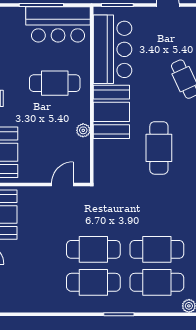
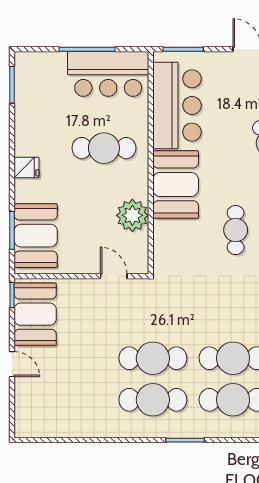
plant: (83, 130) -> (132, 215), width x1.88, depth x1.88
cafe table: (159, 148) -> (236, 230), width x0.73, depth x0.74
door: (62, 185) -> (114, 276), hinge flipped

